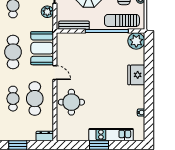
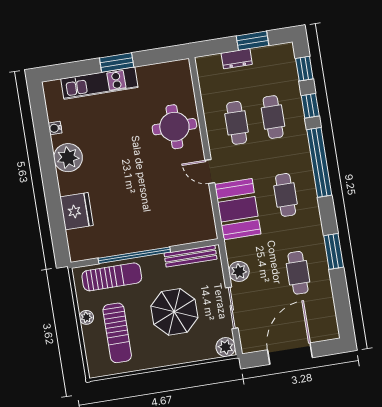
plant: (136, 41) -> (68, 158), moved
cafe table: (13, 52) -> (286, 195), width x0.73, depth x0.74
fridge: (136, 75) -> (77, 211), moved
cafe table: (35, 99) -> (237, 123), width x0.73, depth x0.74
dresser: (45, 136) -> (237, 59), moved

